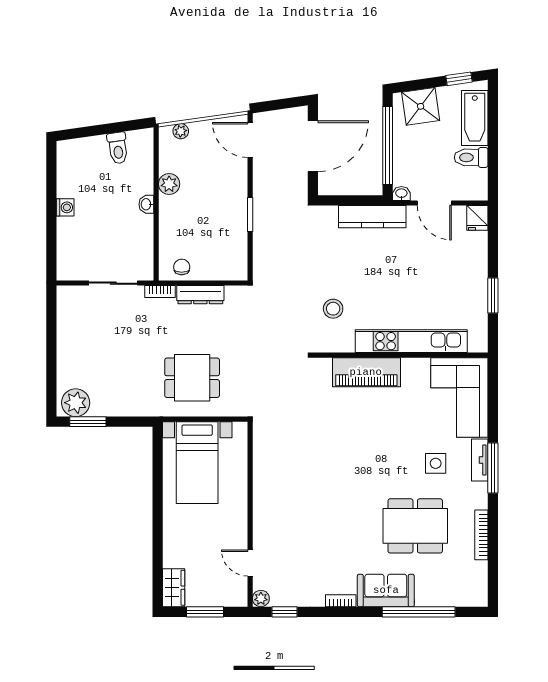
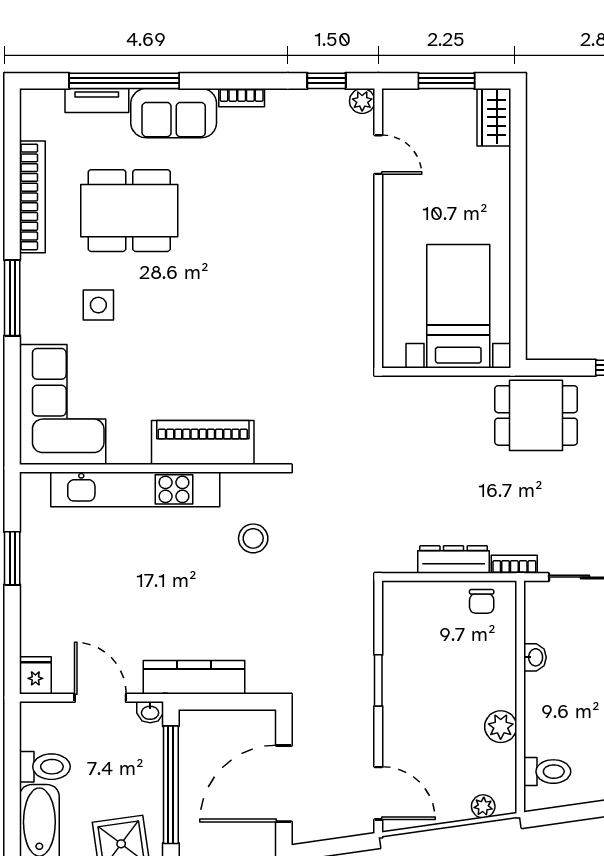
toilet: (118, 148) -> (547, 772), moved, turned 98
washbasin: (146, 204) -> (535, 657), moved
dining table: (192, 378) -> (536, 415), moved
tv unit: (480, 460) -> (97, 101), moved, turned 90
bookcase: (481, 535) -> (32, 197), width x1.48, depth x1.31

